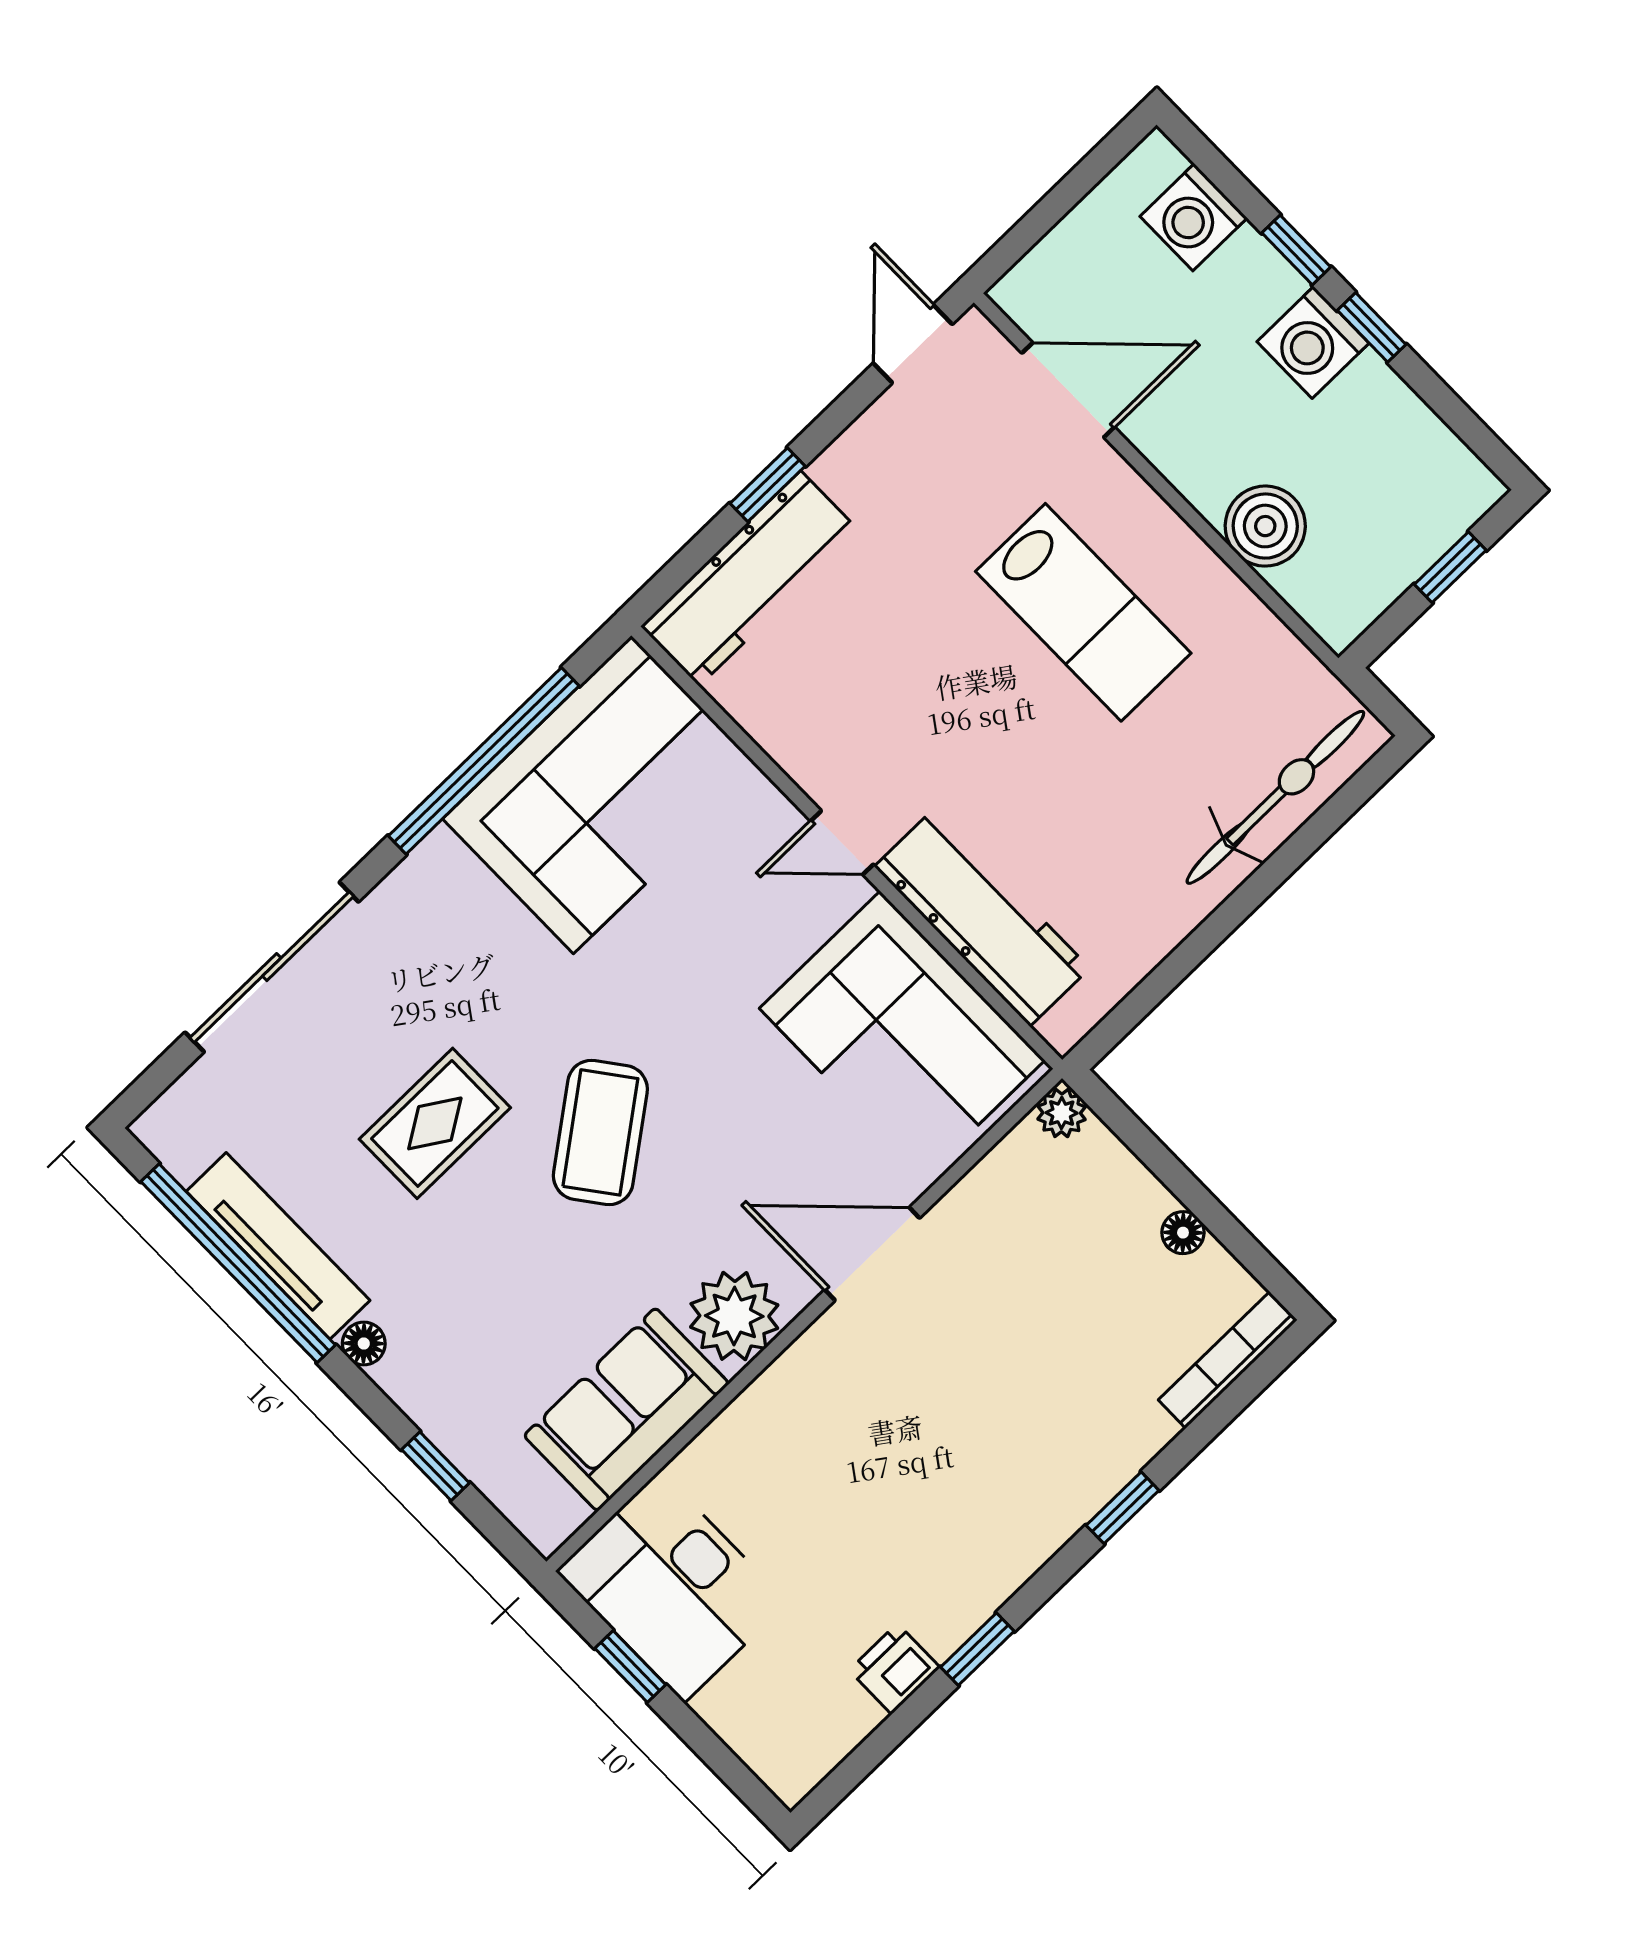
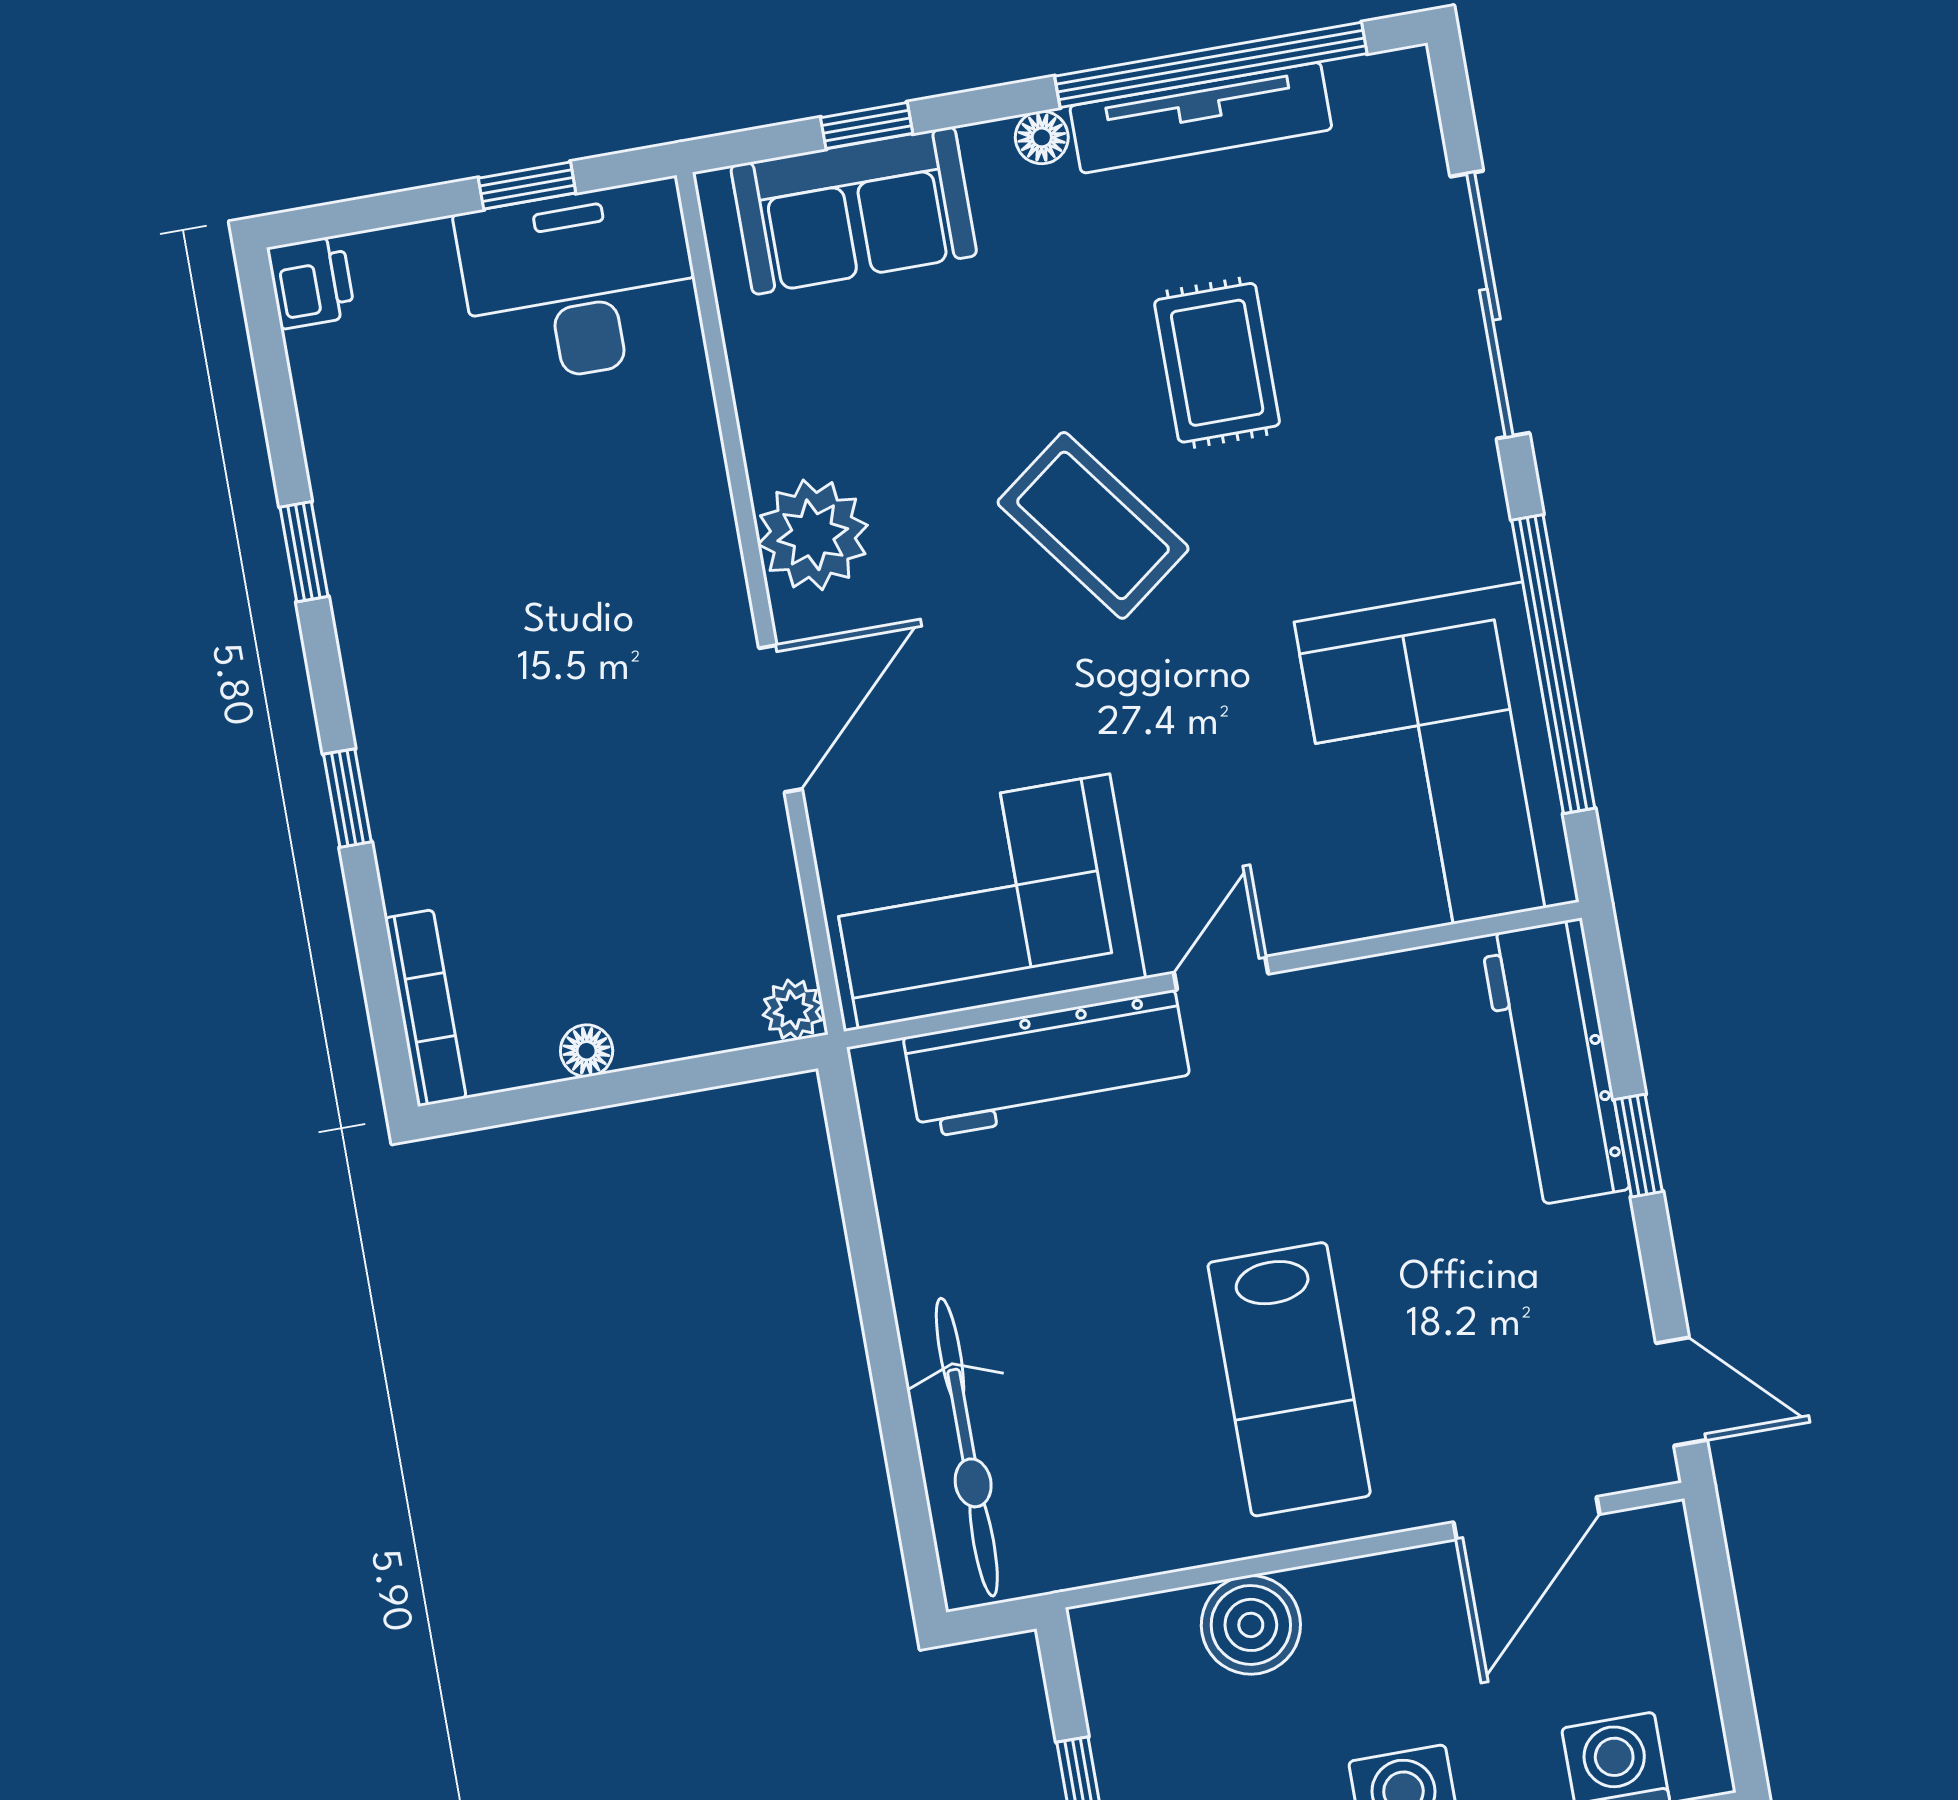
lab bench: (1083, 612) -> (1289, 1379), turned -90
sofa: (626, 1410) -> (854, 211), moved, turned 90
printer: (895, 1669) -> (311, 282), moved

